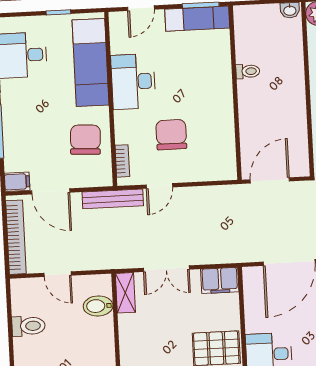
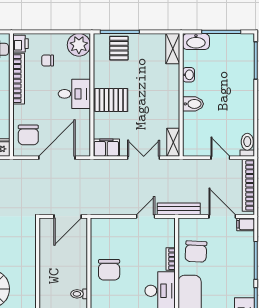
chair: (171, 135) -> (109, 270), moved
bookcase: (122, 161) -> (171, 259), moved
bidet: (98, 306) -> (193, 104), moved
toilet: (28, 326) -> (247, 145), moved, turned 90

